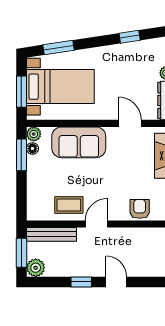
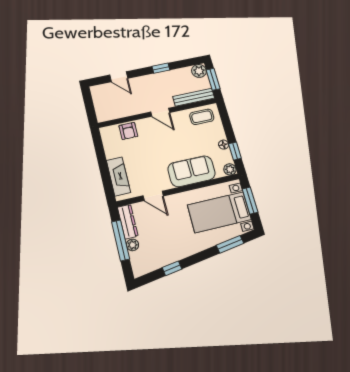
floor lamp: (32, 148) -> (224, 145), moved
window: (21, 155) -> (235, 151), width x0.67
coffee table: (69, 205) -> (202, 117), moved
door: (96, 224) -> (160, 112), hinge flipped
door: (116, 282) -> (119, 77), moved

